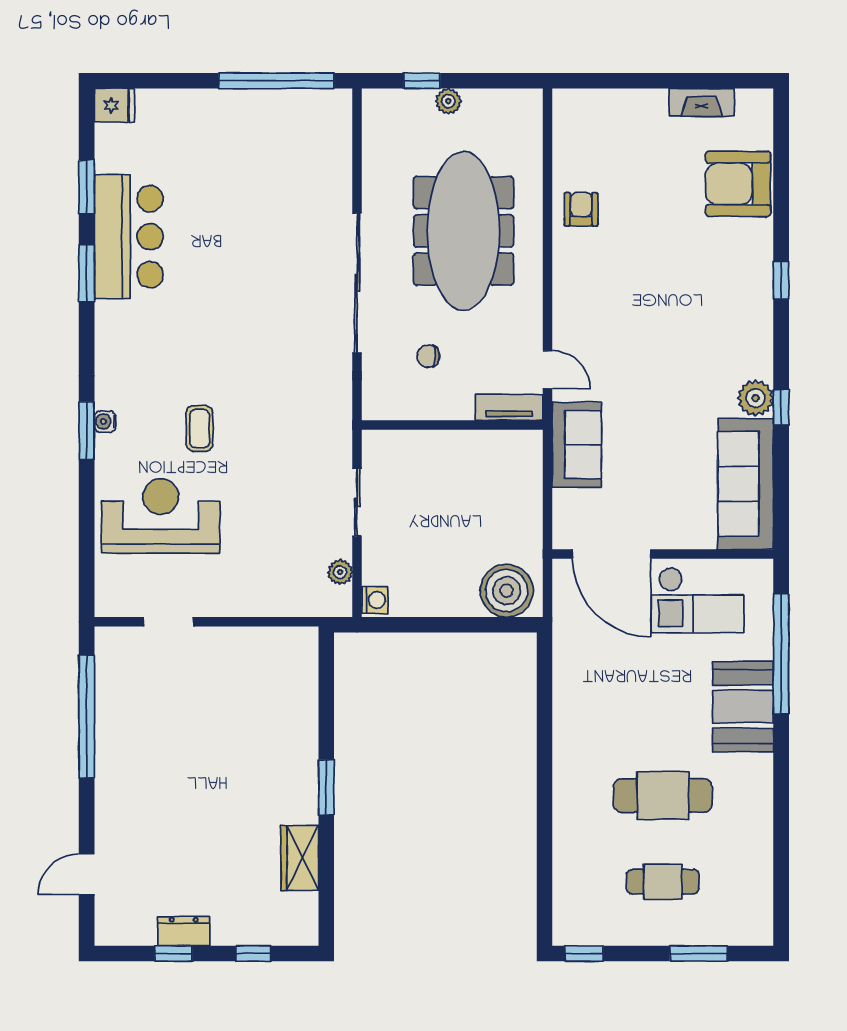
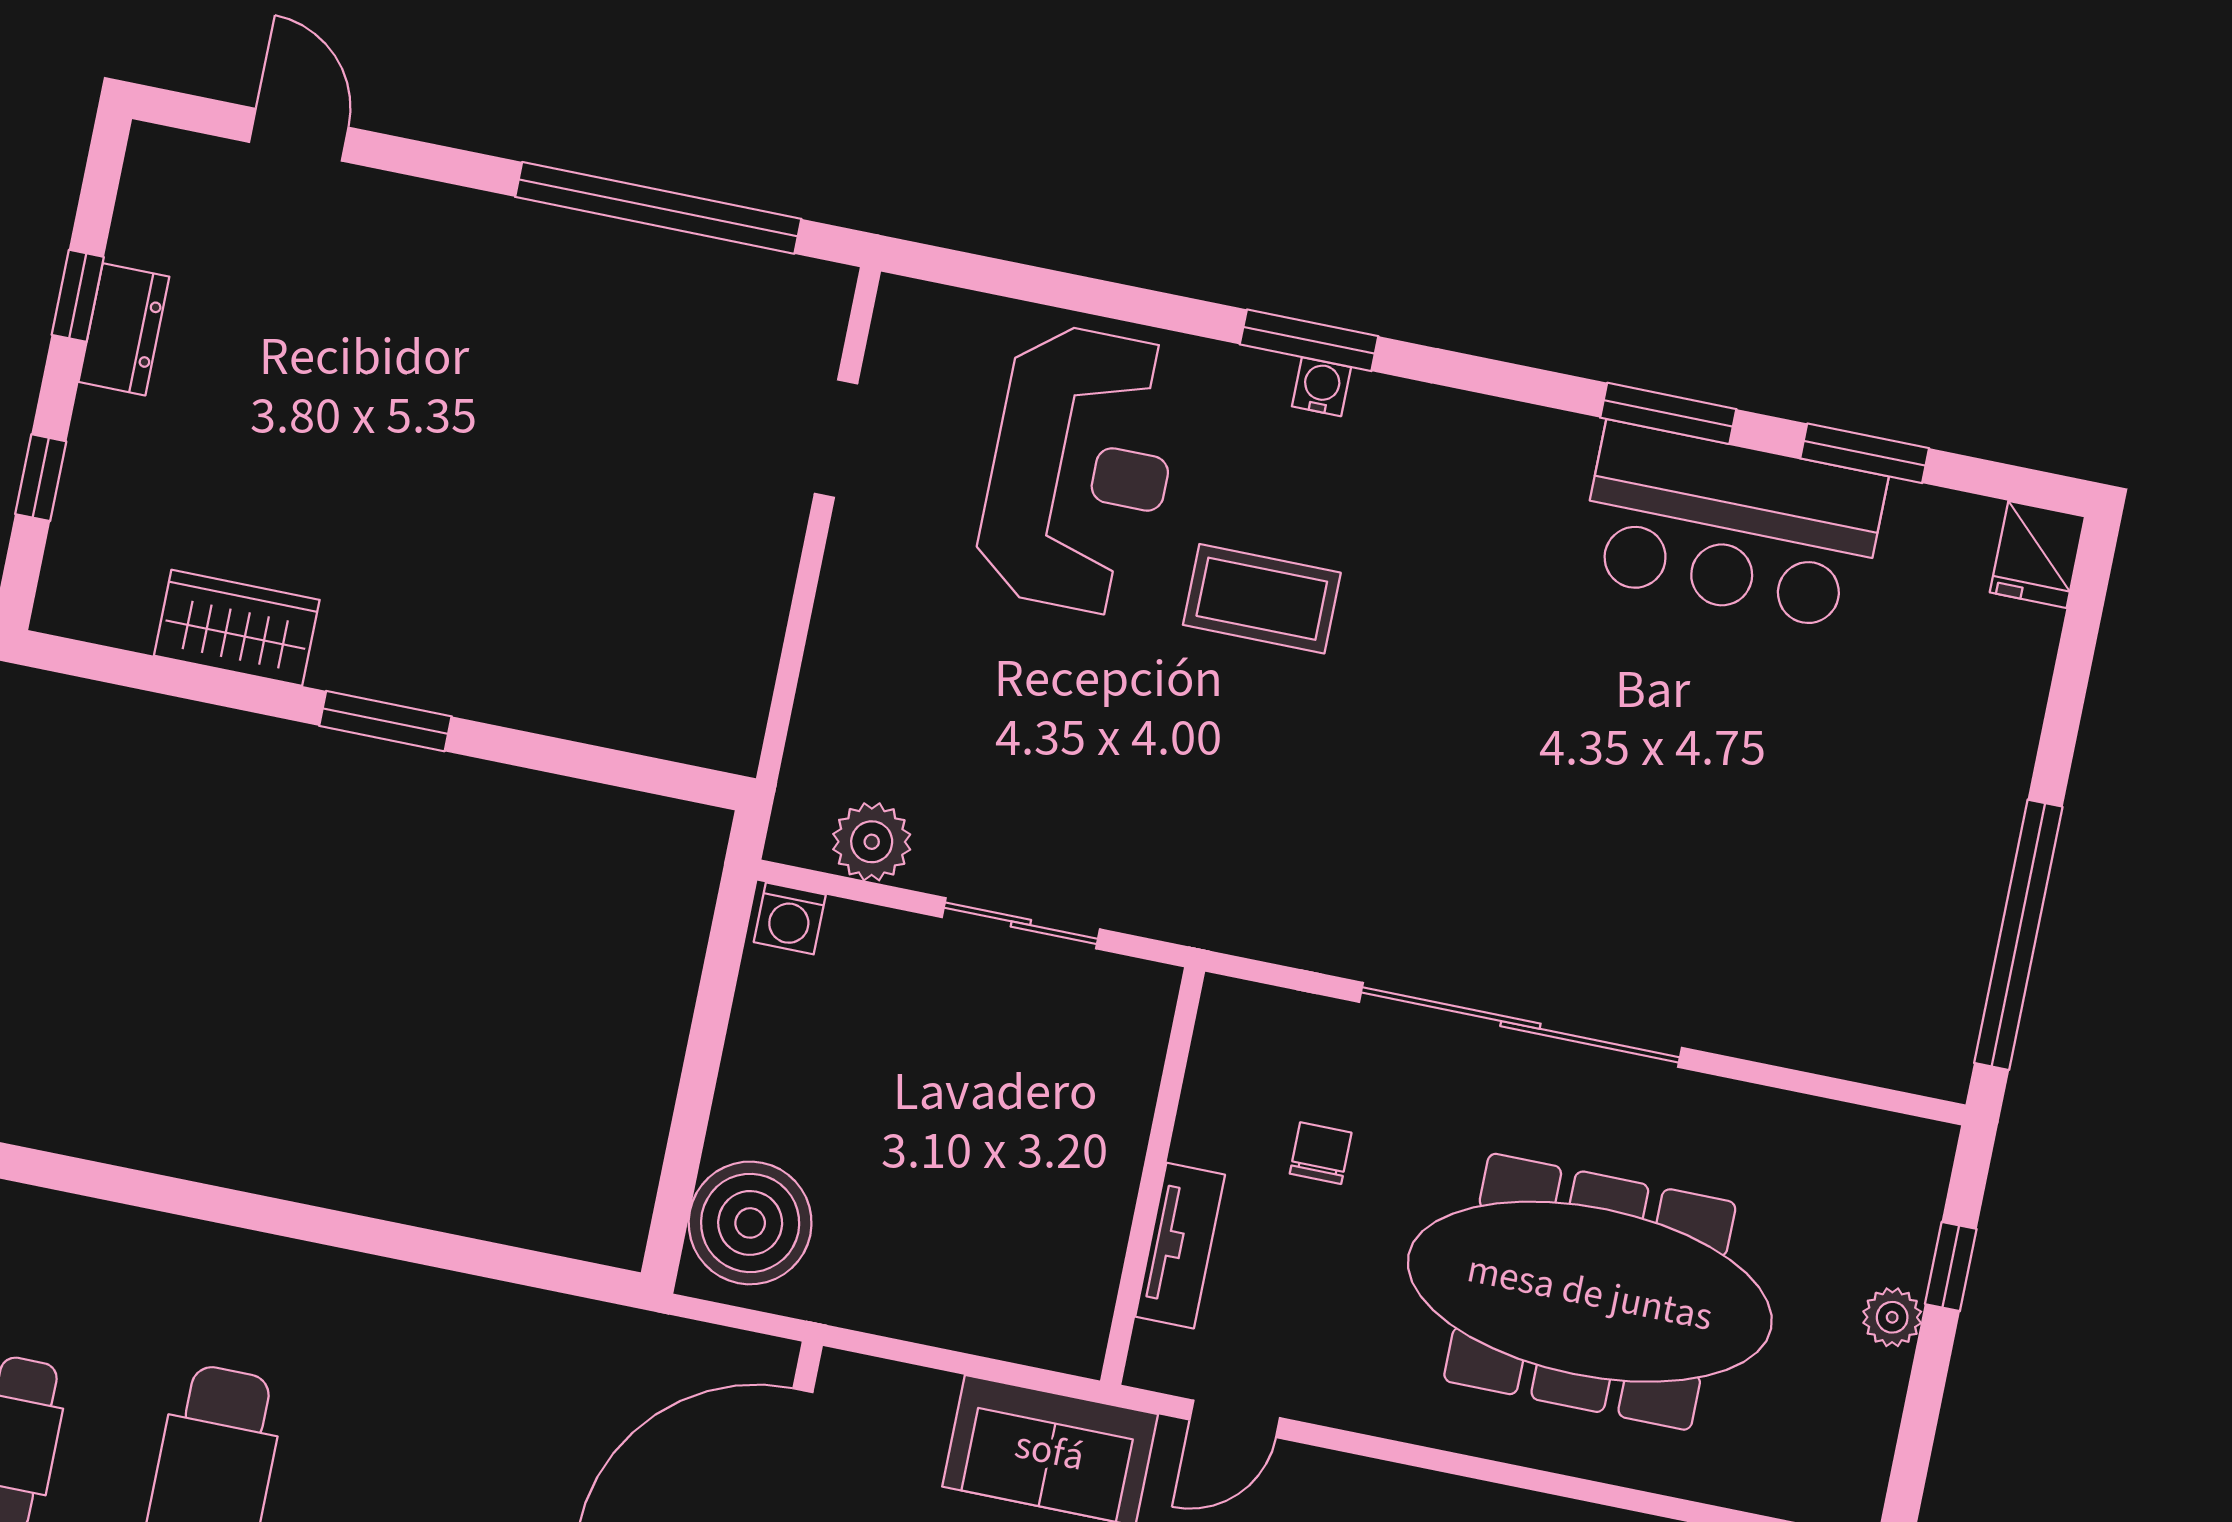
tv unit: (509, 407) -> (1180, 1246), moved
coffee table: (200, 428) -> (1262, 599), width x1.36, depth x1.30
plant: (340, 572) -> (872, 842), width x1.38, depth x1.38

